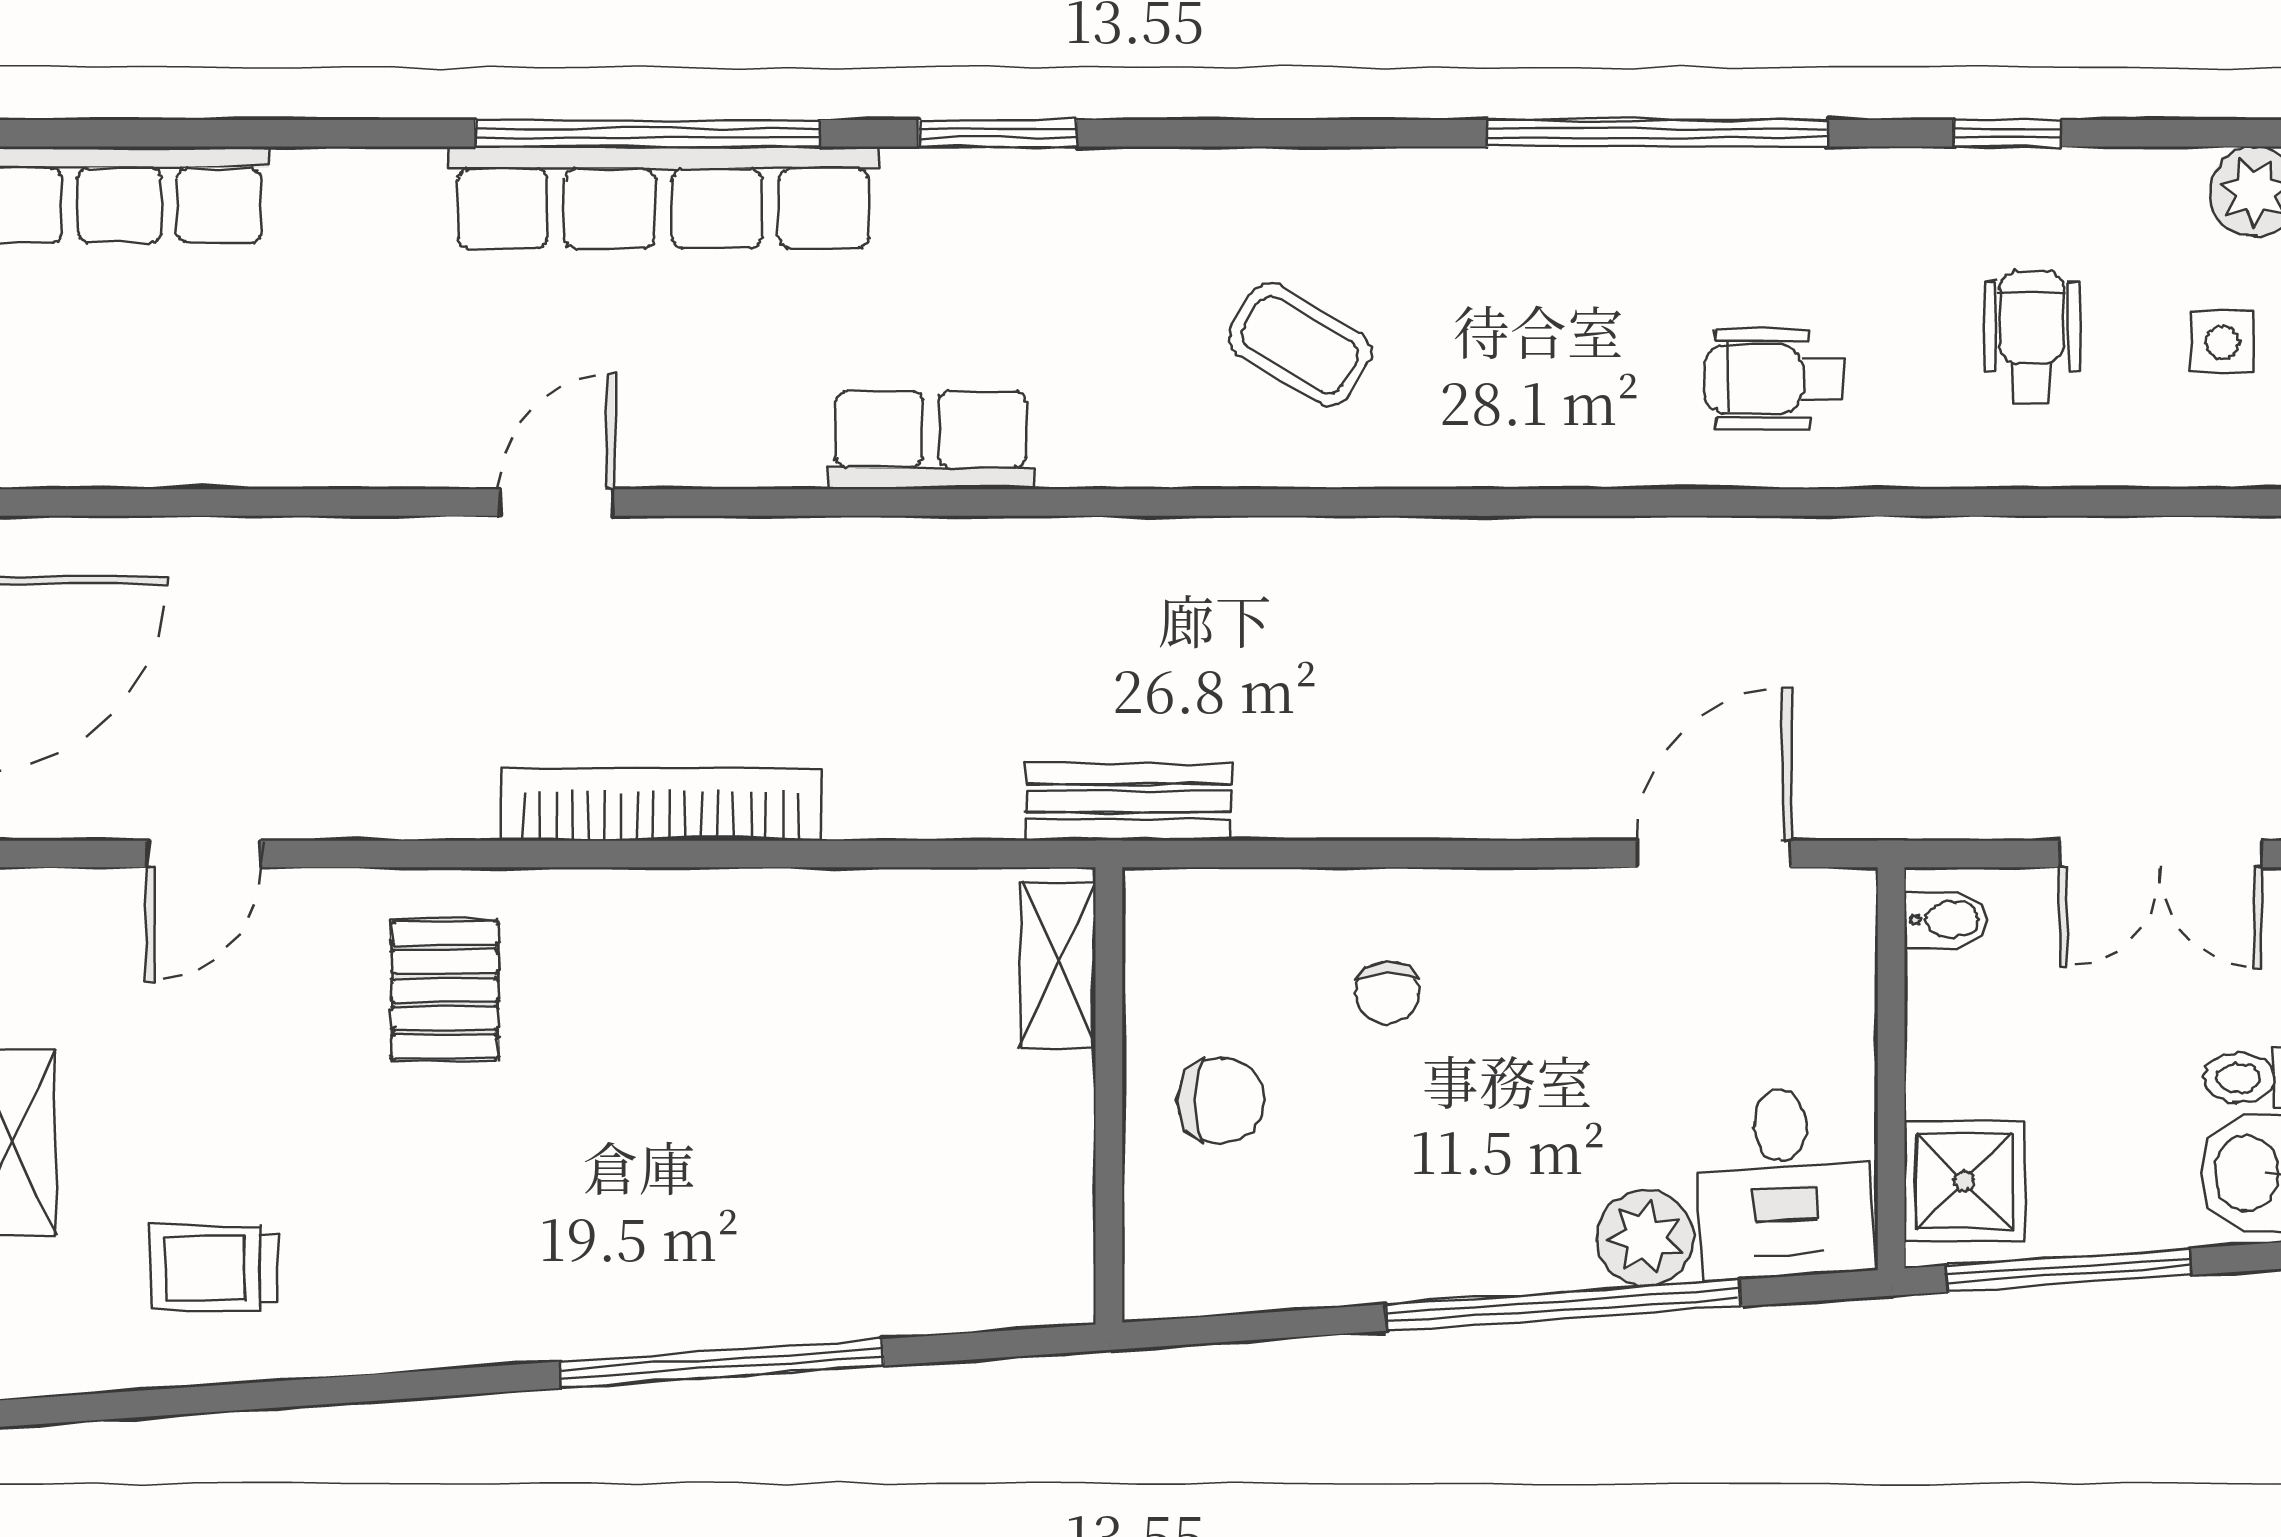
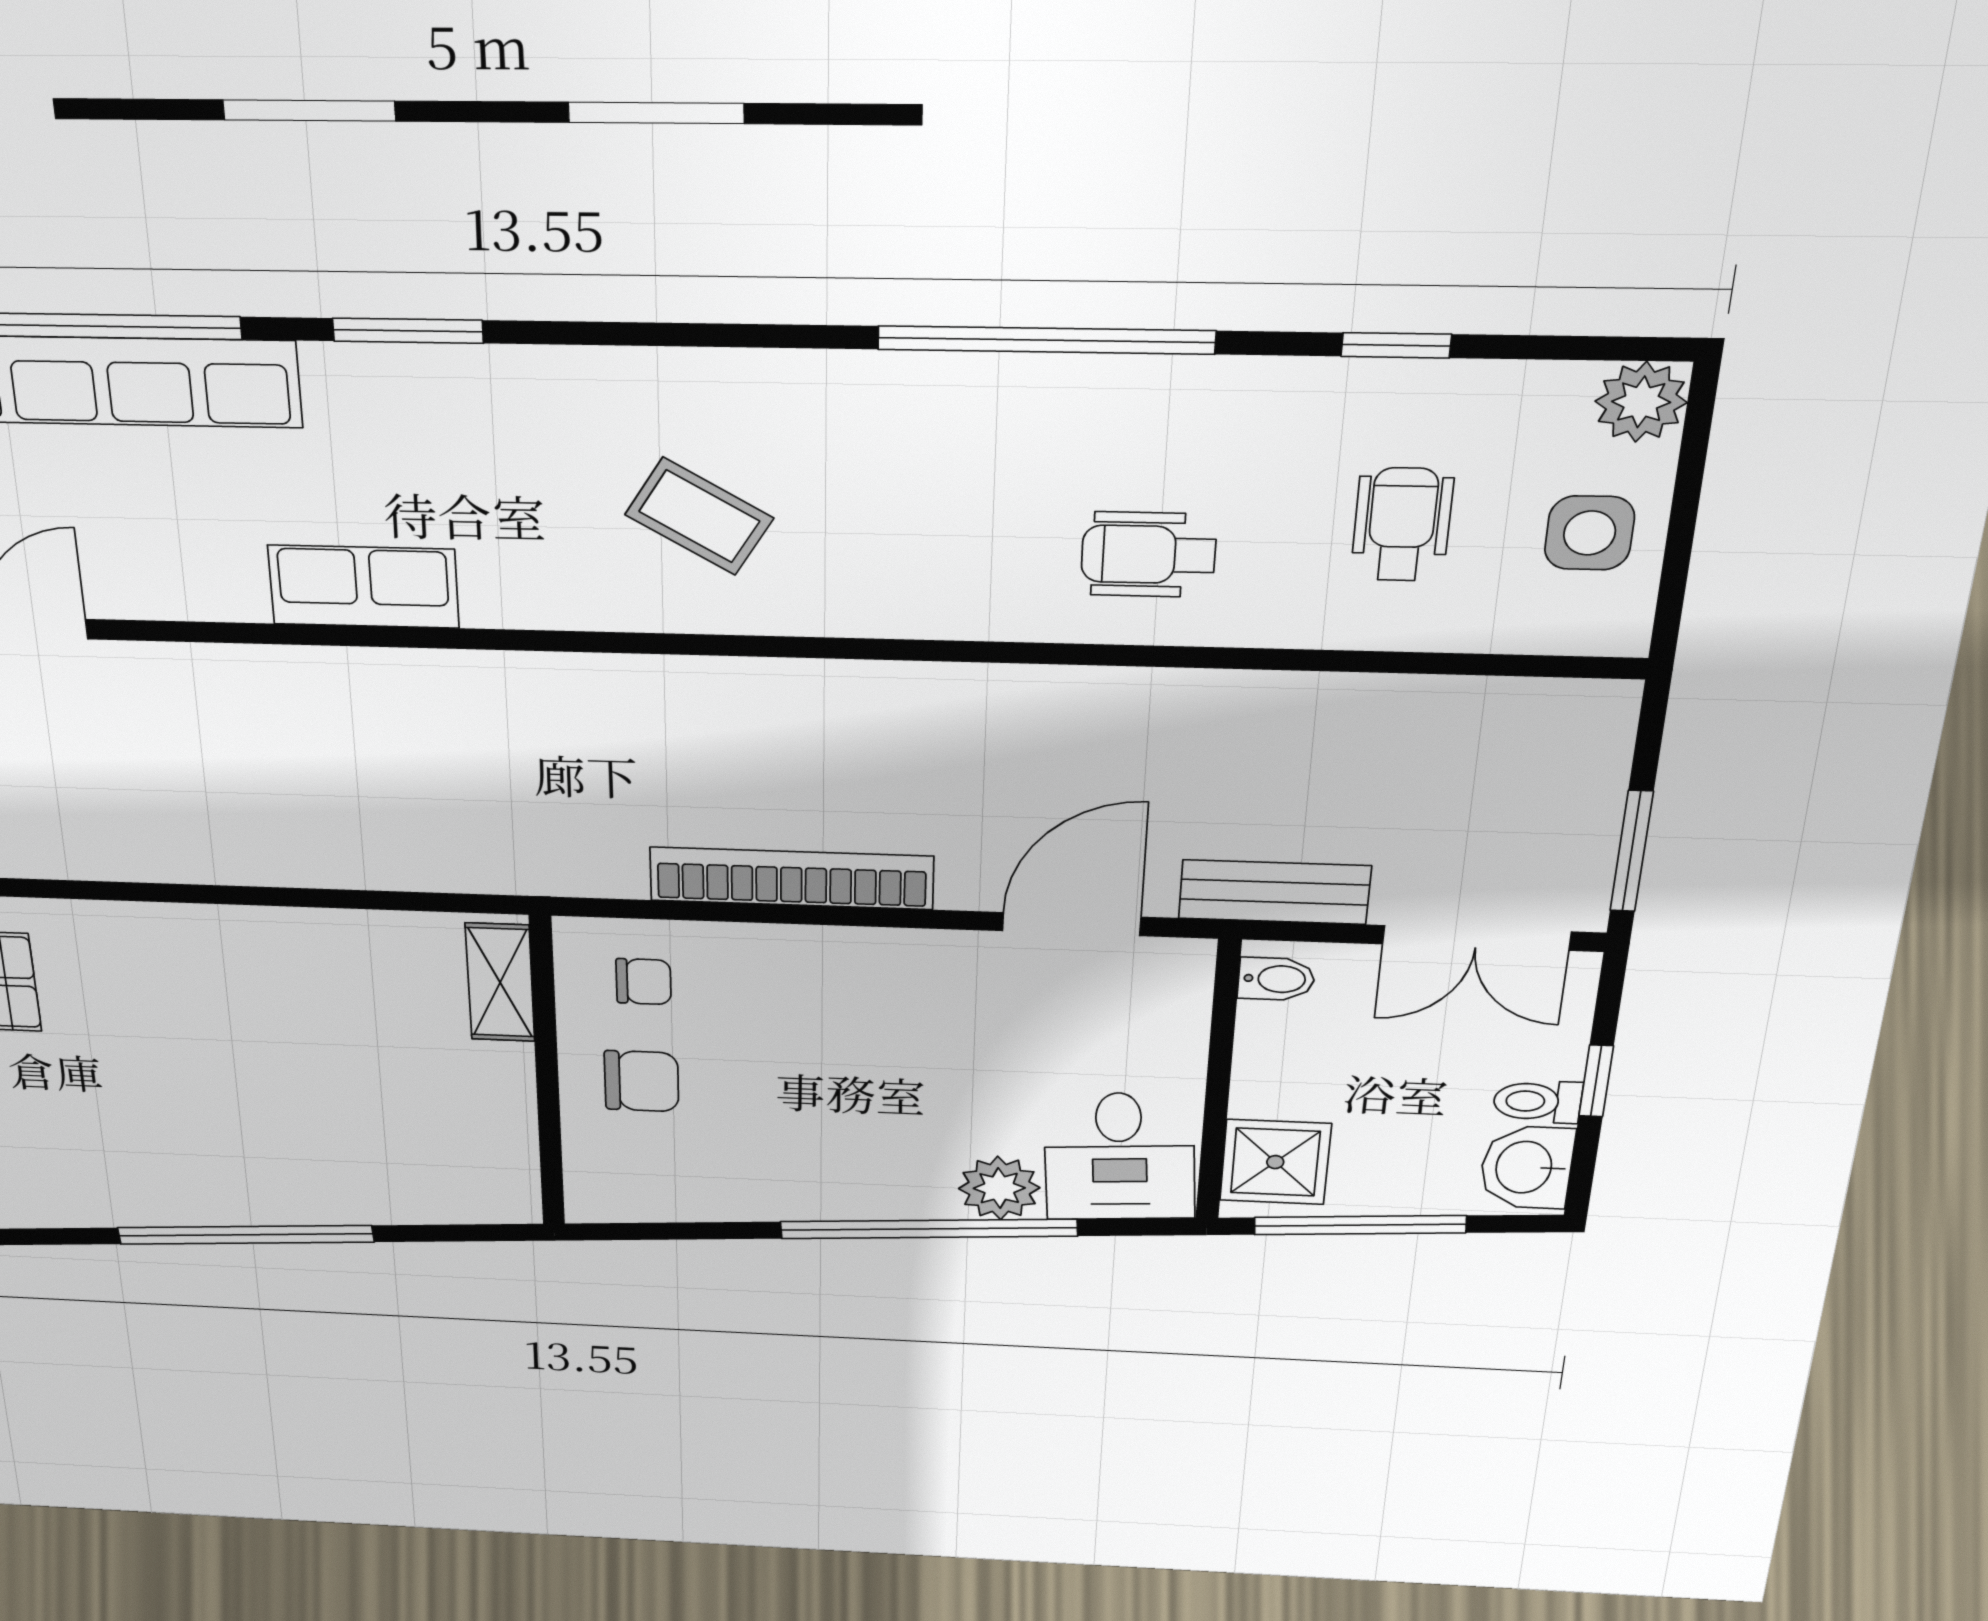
side table: (2222, 342) -> (1590, 533), width x1.37, depth x1.37
bench: (1128, 802) -> (1274, 892), moved
bookcase: (661, 805) -> (791, 878), moved
chair: (1387, 993) -> (644, 982), moved, turned -90

